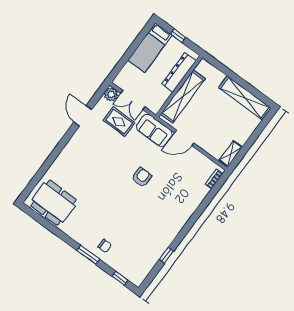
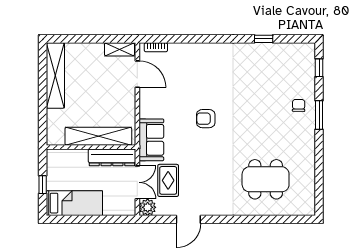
dresser: (179, 72) -> (112, 157), moved
door: (184, 138) -> (137, 74), moved
dining table: (53, 203) -> (266, 179), moved, turned 90

